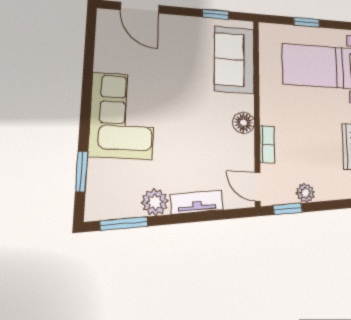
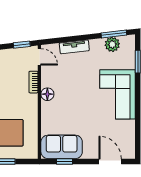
sofa: (234, 60) -> (62, 147), moved, turned -90
plant: (305, 193) -> (11, 54), removed
plant: (155, 202) -> (112, 44), moved

